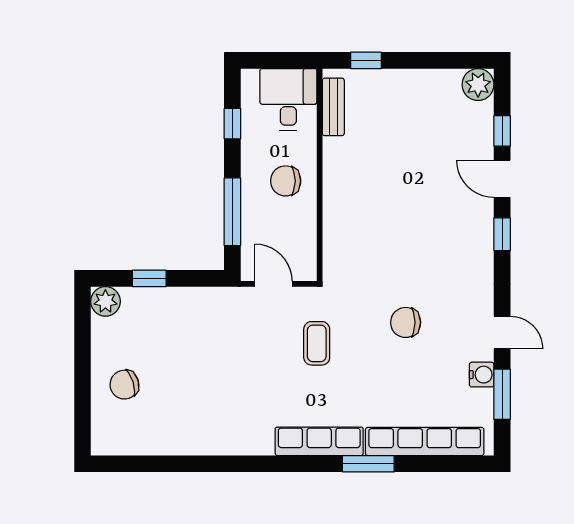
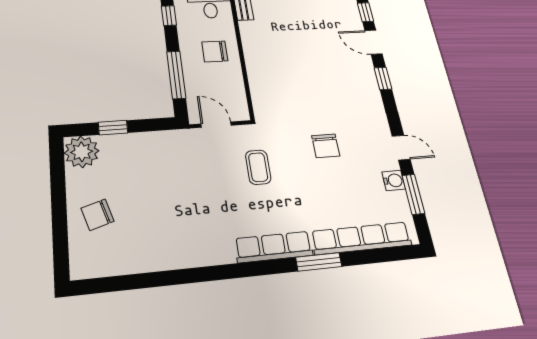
plant: (105, 301) -> (82, 152), width x1.36, depth x1.36
chair: (406, 322) -> (326, 146), turned -90

